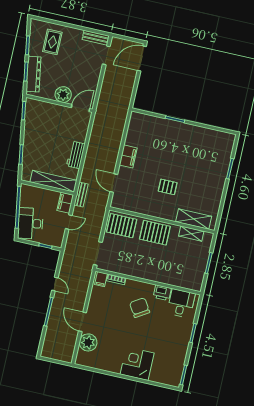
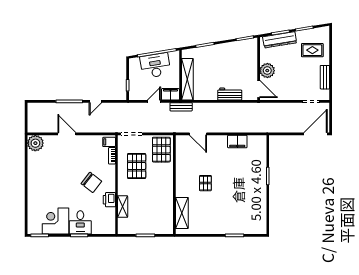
bench: (96, 38) -> (325, 77), moved
door: (142, 58) -> (316, 134), hinge flipped
workbench: (76, 155) -> (230, 94), moved
filing cabinet: (128, 156) -> (237, 141), moved
door: (114, 183) -> (198, 134), swing flipped
door: (69, 222) -> (154, 101), swing flipped
desk: (30, 223) -> (155, 66), moved
pallet: (155, 233) -> (137, 166), moved
shelving: (191, 234) -> (123, 207), moved
desk: (181, 303) -> (80, 222), moved, turned 90
chair: (140, 308) -> (91, 182), turned 70
door: (82, 322) -> (67, 134), hinge flipped
plant: (88, 342) -> (35, 143), moved
corner desk: (137, 364) -> (55, 221), moved, turned -90

